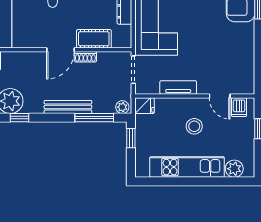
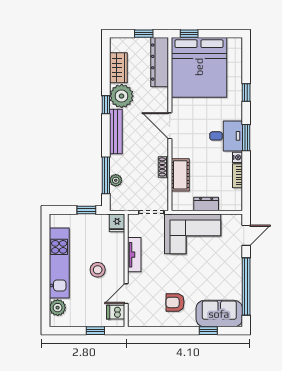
armchair: (229, 44) -> (175, 302), added
door: (60, 50) -> (170, 126), moved
bench: (68, 107) -> (116, 132), moved
plant: (122, 107) -> (116, 180), moved

